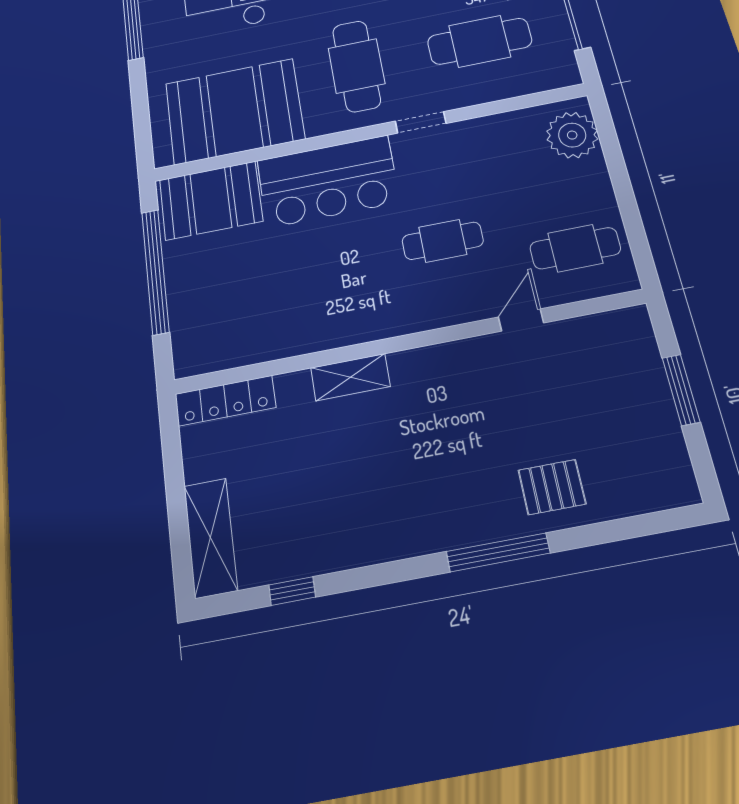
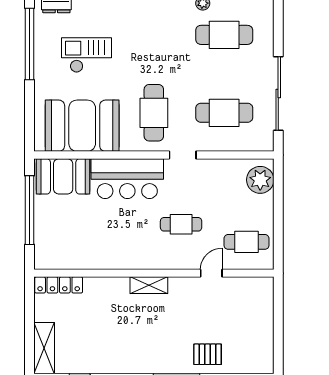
shelving: (350, 377) -> (149, 285), moved
window: (681, 390) -> (278, 322), removed

